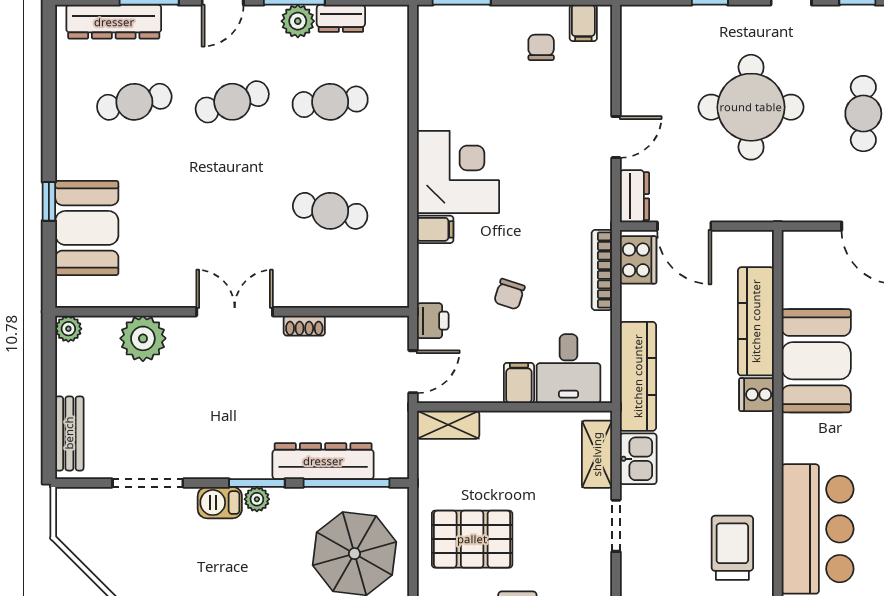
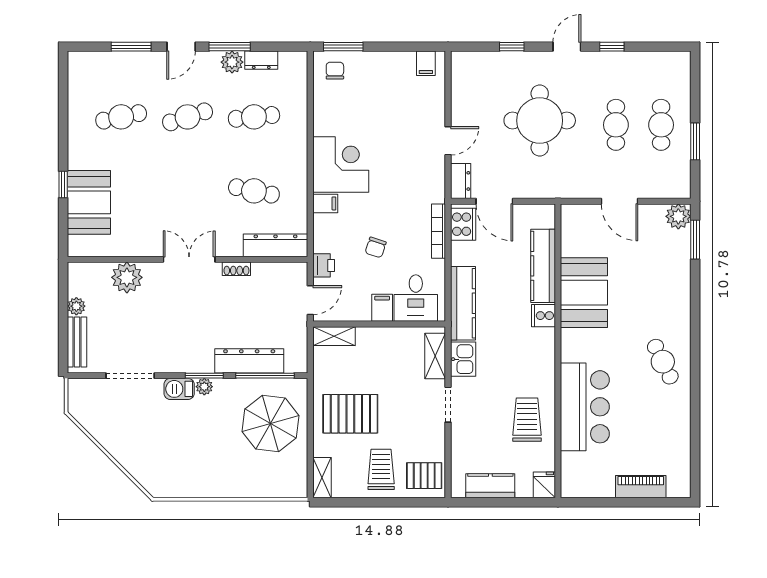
dresser: (114, 22) -> (275, 245), moved, turned 180
chair: (541, 47) -> (335, 71), moved
plant: (68, 329) -> (76, 306), moved

